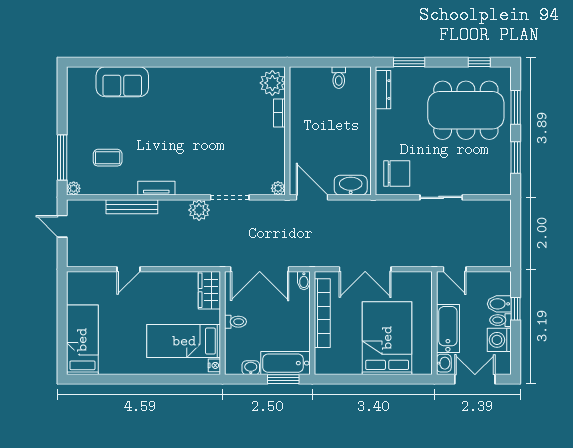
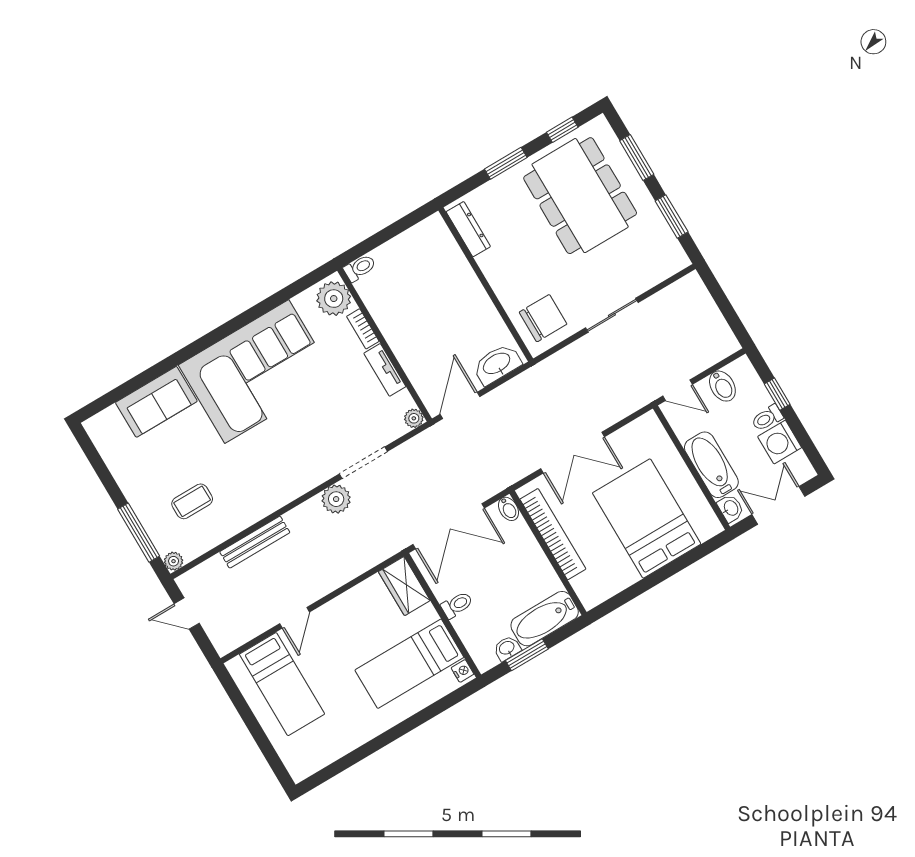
window: (409, 62) -> (506, 163), moved
toilet: (339, 78) -> (360, 268), moved, turned -90
corner sofa: (197, 100) -> (257, 372), added
dining table: (466, 110) -> (580, 196), turned 90
tv unit: (156, 188) -> (385, 370), moved, turned -90
door: (312, 197) -> (460, 405), hinge flipped
bidet: (499, 304) -> (722, 386), moved, turned -90
bed: (82, 340) -> (282, 684), moved, turned 180
window: (283, 379) -> (527, 655), moved

